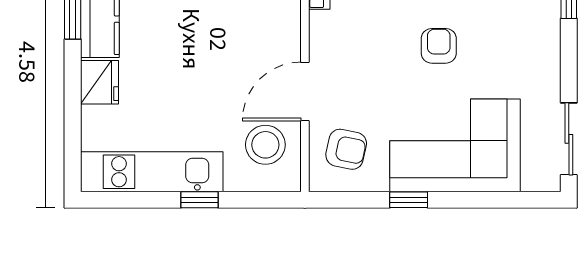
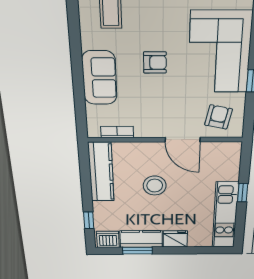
armchair: (439, 46) -> (155, 62), turned 180
stool: (265, 145) -> (155, 186), moved

